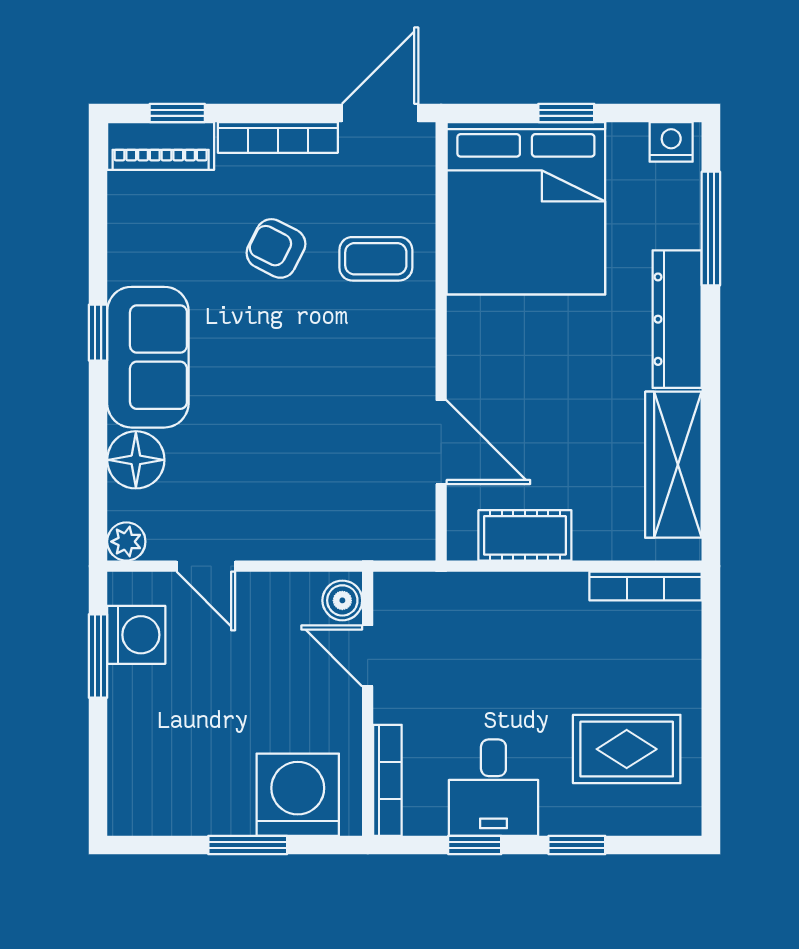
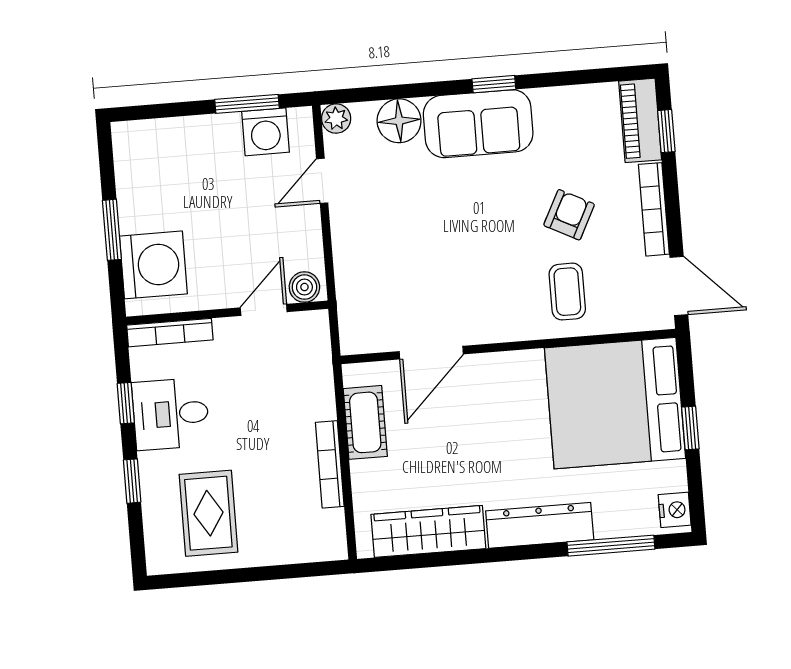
bookcase: (646, 586) -> (330, 464), moved

